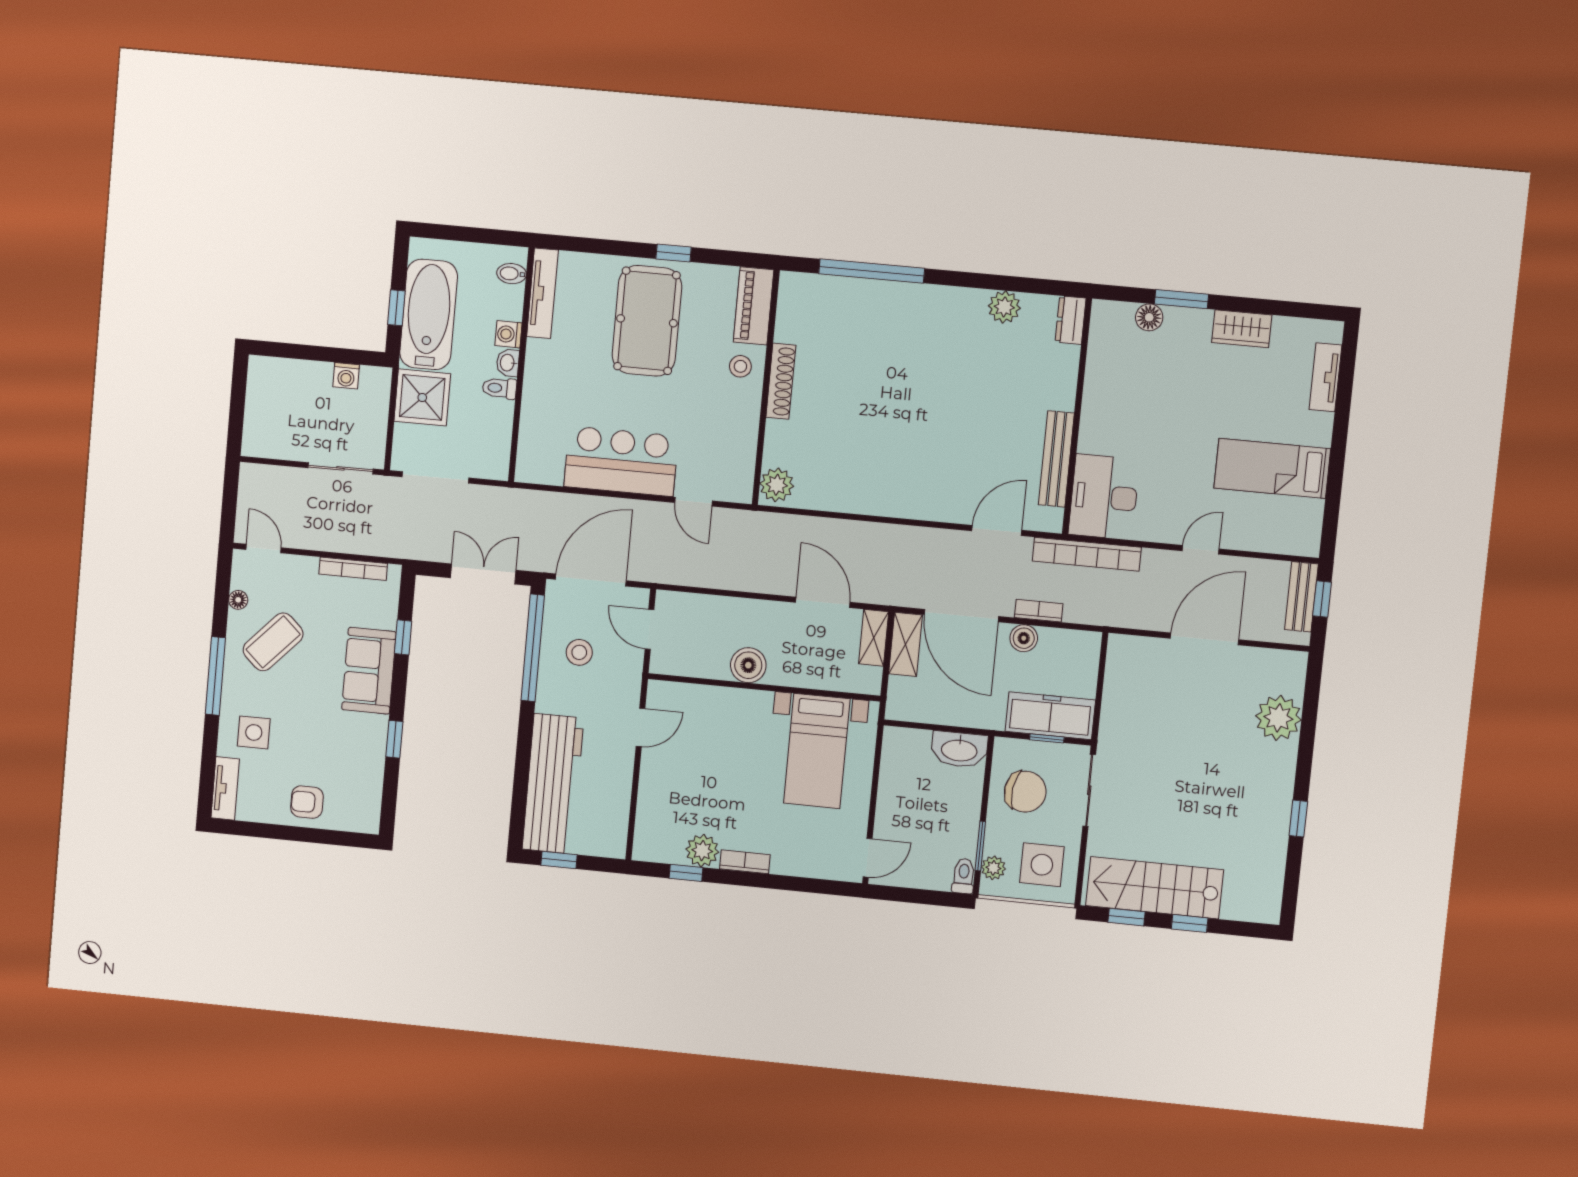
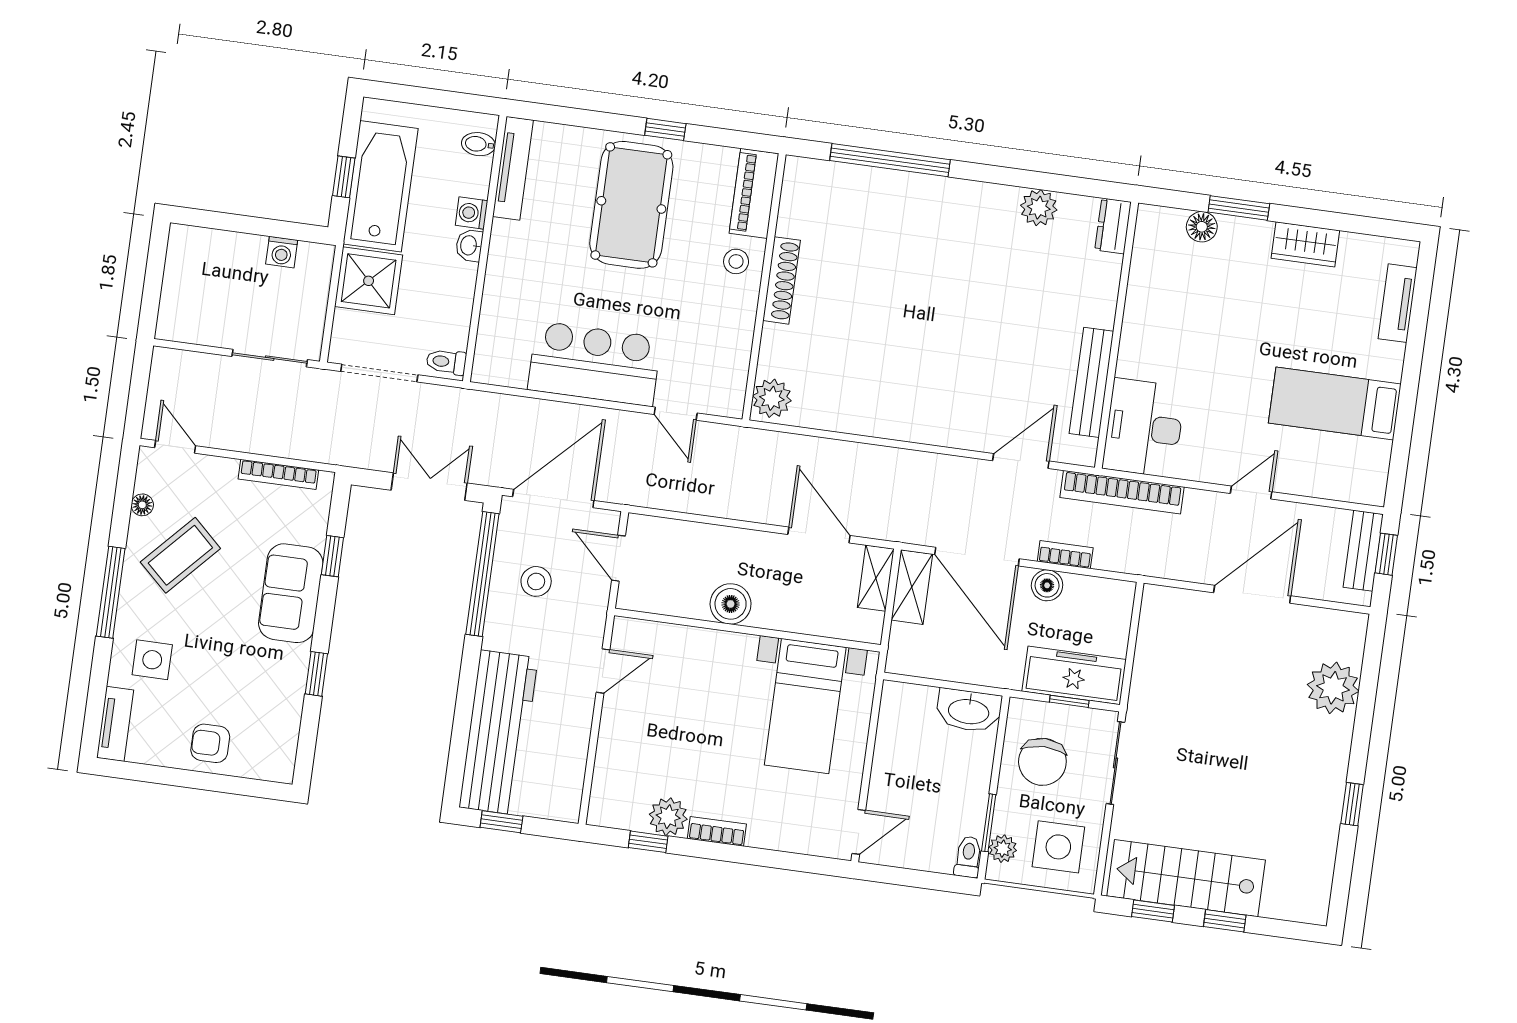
toilet: (499, 388) -> (446, 362), moved
chair: (1025, 792) -> (1042, 762), turned 82

